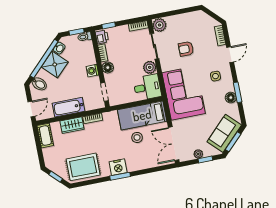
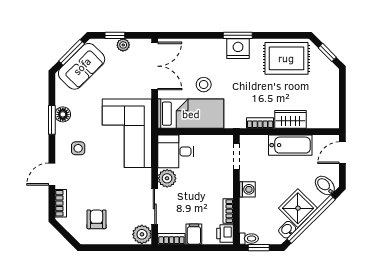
window: (109, 26) -> (213, 248), removed
filing cabinet: (123, 32) -> (194, 234), added
armchair: (186, 49) -> (97, 219), moved, turned -90
floor lamp: (108, 68) -> (225, 190), removed
cot: (45, 136) -> (330, 112), removed

